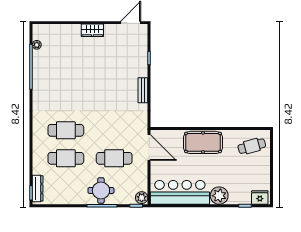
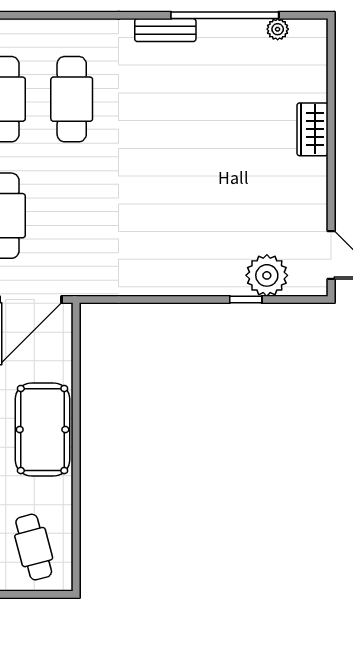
wardrobe: (92, 30) -> (313, 129), moved
plant: (139, 49) -> (267, 275), added
bench: (143, 90) -> (165, 30), moved

